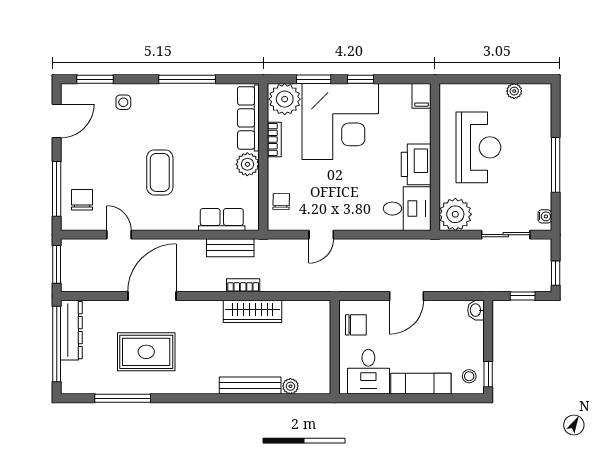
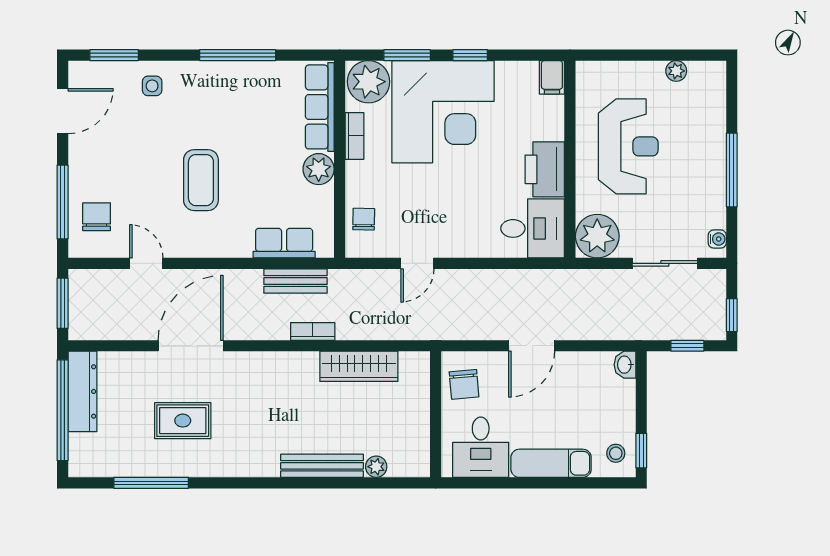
wardrobe: (252, 311) -> (359, 366), moved
chair: (356, 325) -> (464, 384), turned 85
rug: (146, 352) -> (183, 421), width x0.73, depth x0.70

